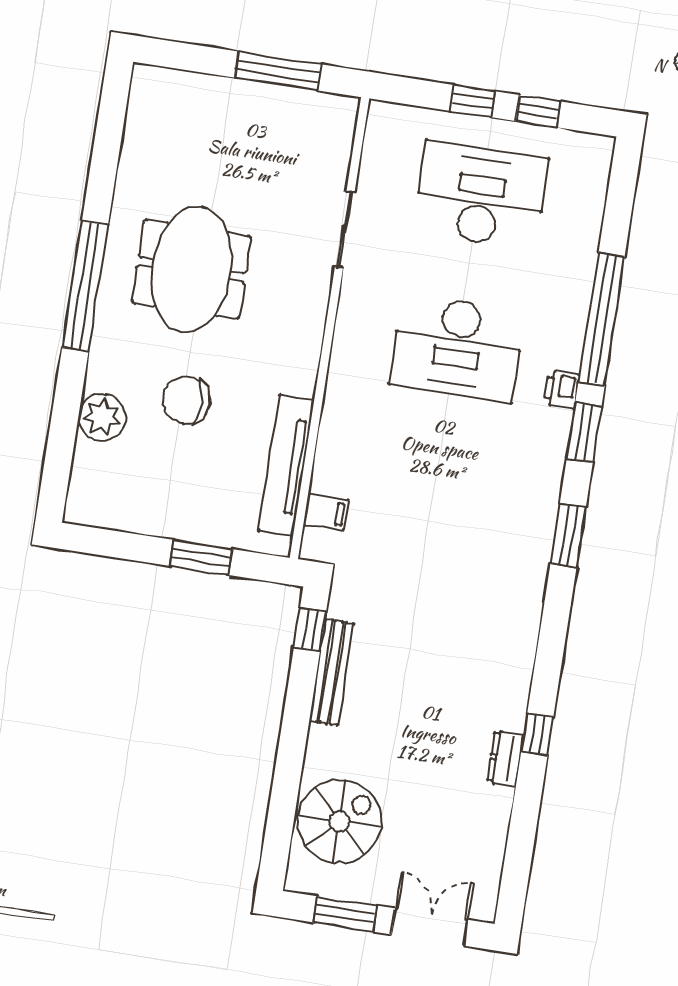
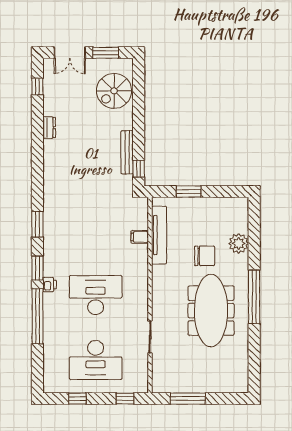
window: (473, 101) -> (125, 399), moved
meeting table: (192, 269) -> (211, 311), width x1.36
filing cabinet: (326, 512) -> (140, 237), moved
window: (537, 734) -> (37, 87), moved

